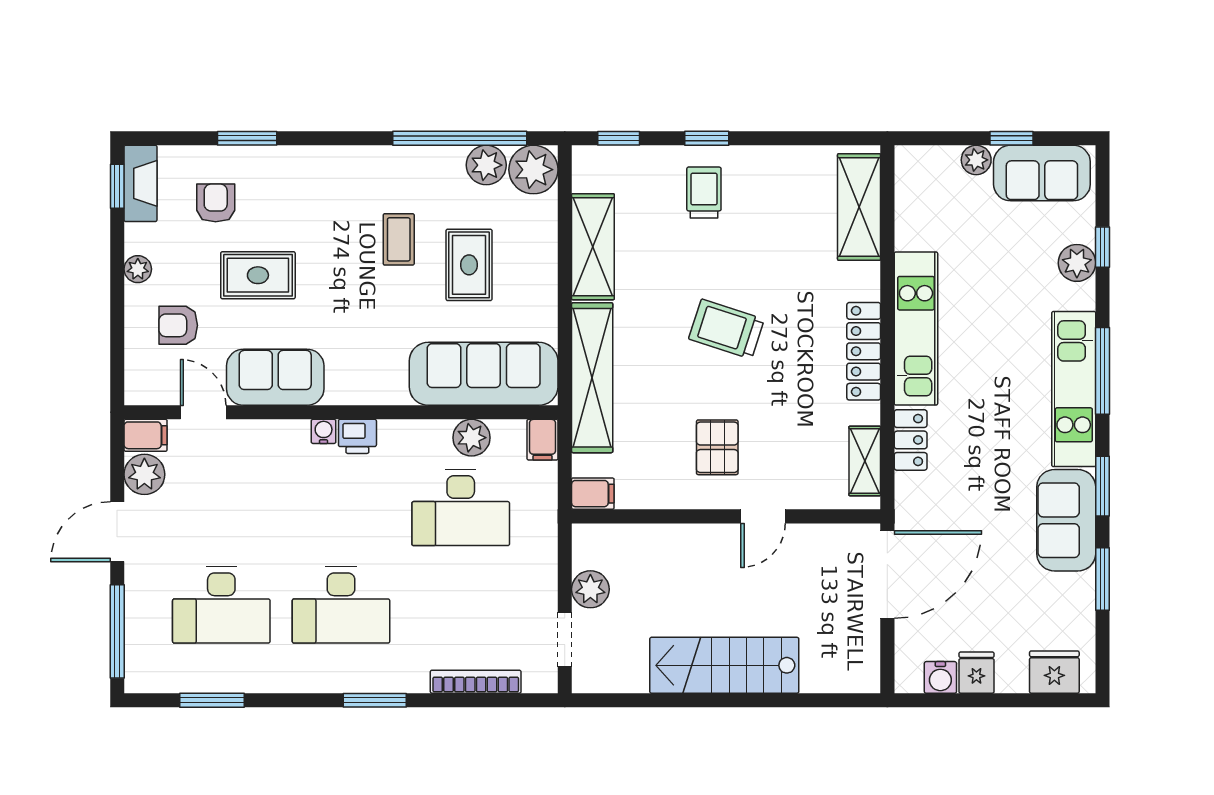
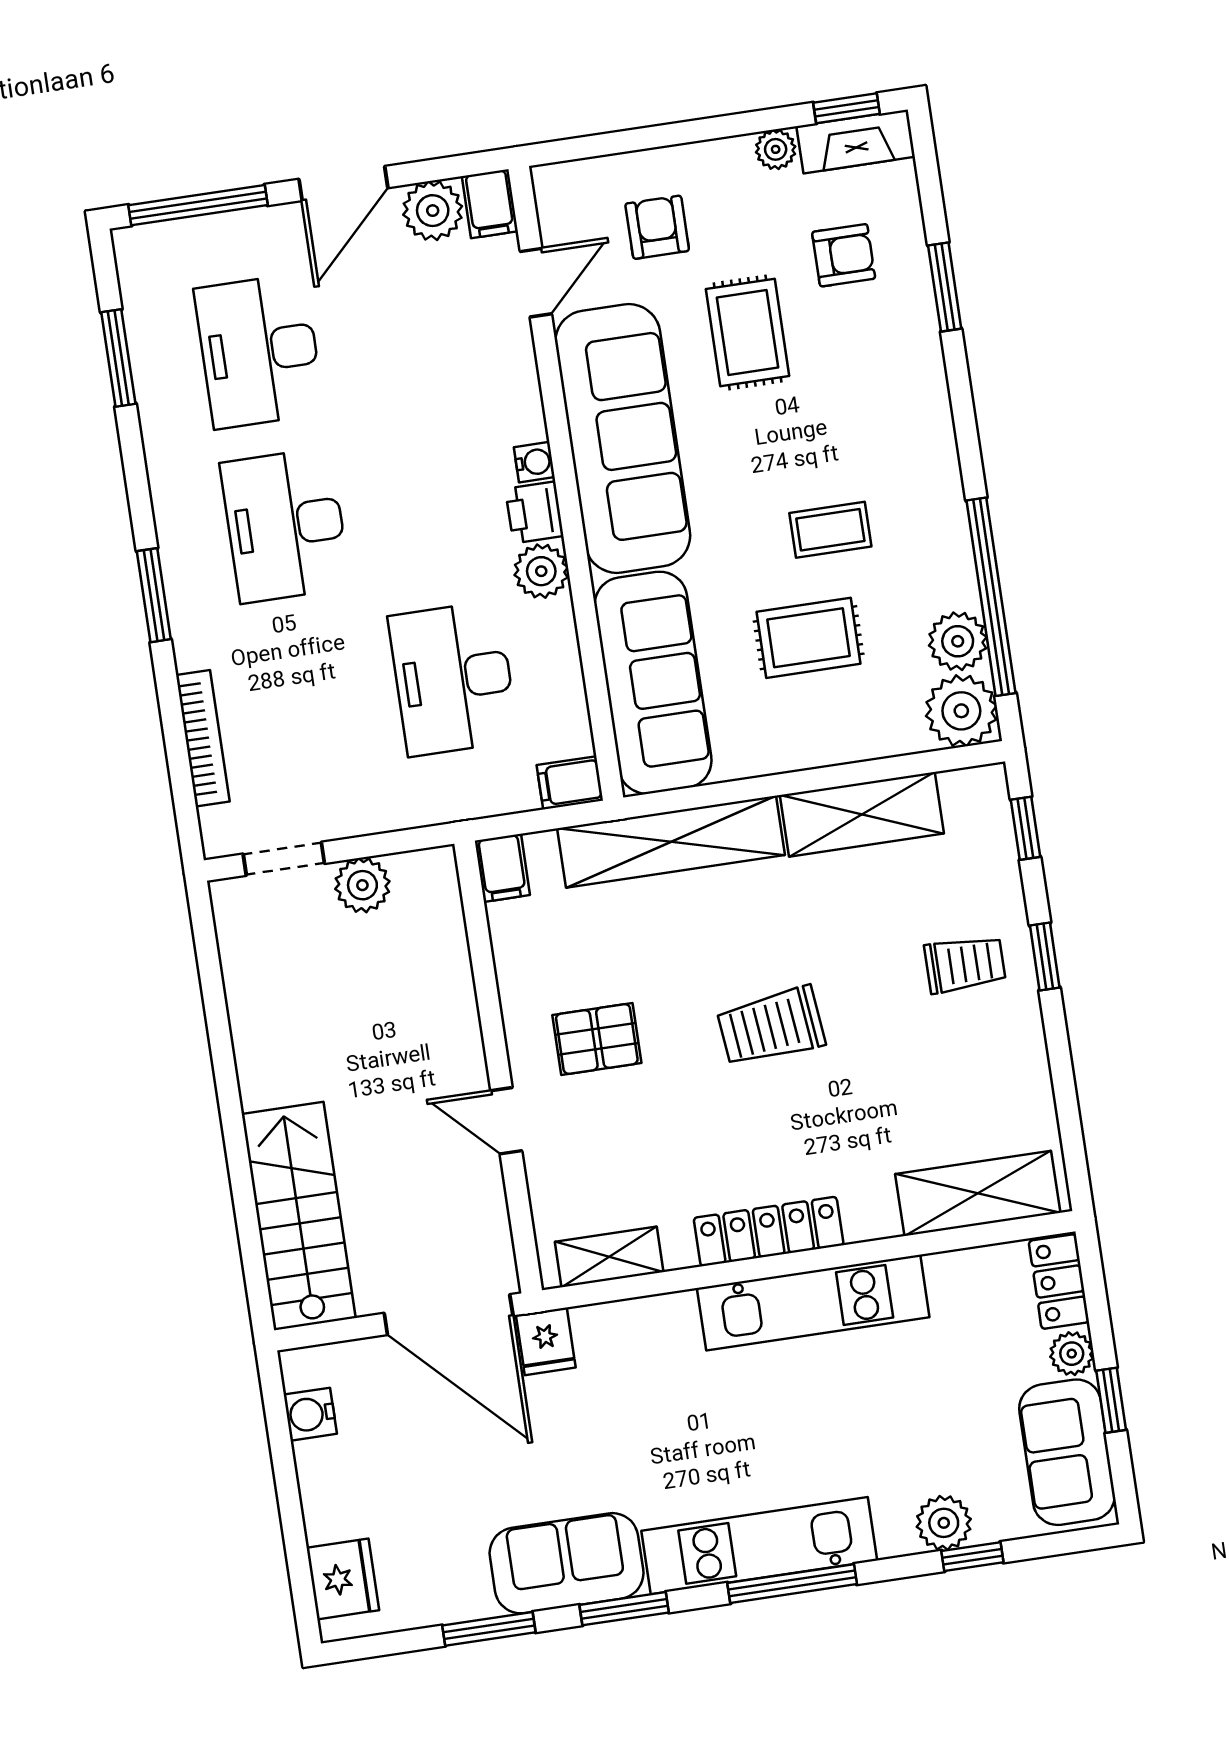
plant: (138, 269) -> (776, 149), moved
trolley: (726, 329) -> (771, 1027), turned -114
sofa: (275, 377) -> (623, 438), width x1.85, depth x1.27
plant: (471, 438) -> (541, 571), moved
locker: (911, 440) -> (1059, 1282), moved, turned 90
door: (117, 532) -> (343, 183), swing flipped
stairs: (724, 665) -> (299, 1216), moved
fridge: (976, 673) -> (546, 1341), moved, turned 90

